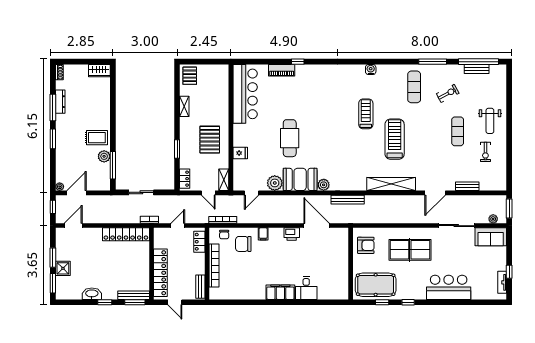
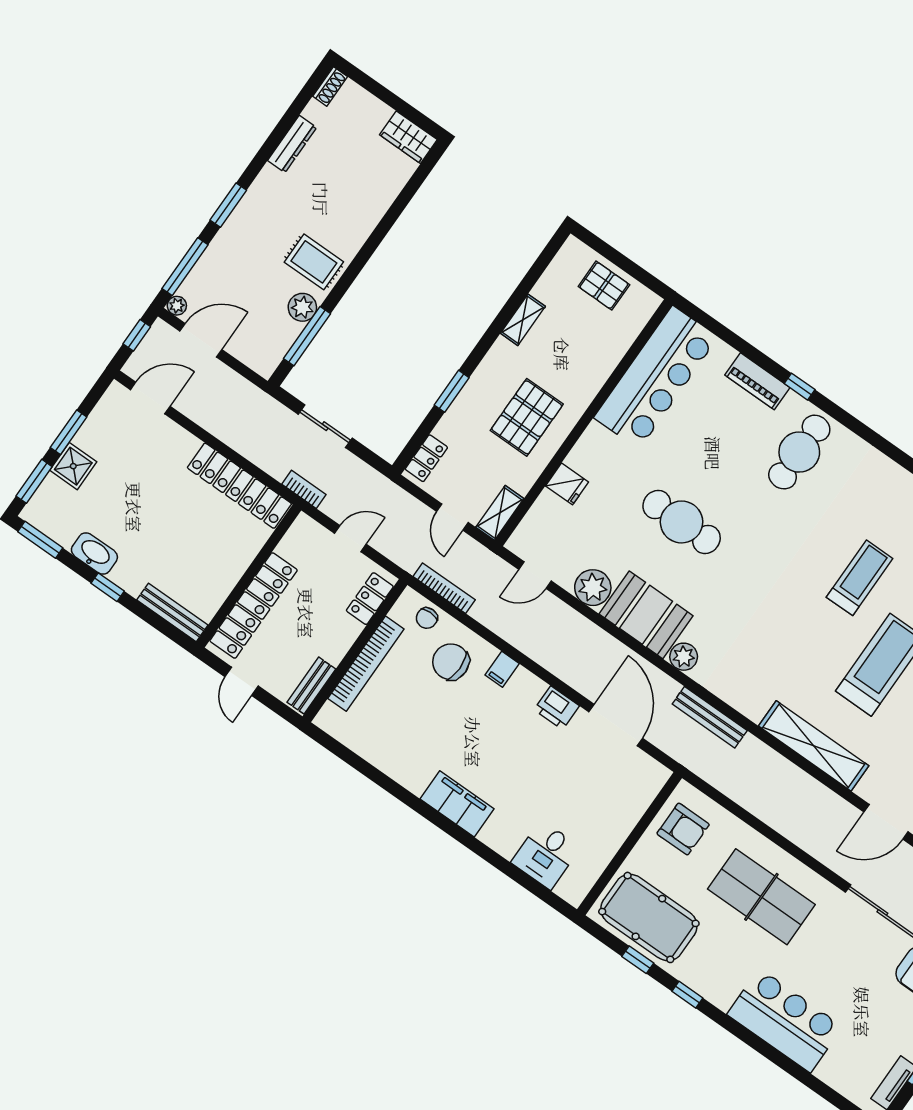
pallet: (190, 76) -> (604, 286), moved, turned 90
cafe table: (314, 85) -> (799, 452), added
window: (53, 108) -> (185, 267), moved
cafe table: (290, 138) -> (682, 522), turned 90
desk: (306, 288) -> (546, 855), moved
window: (135, 302) -> (40, 540), moved

